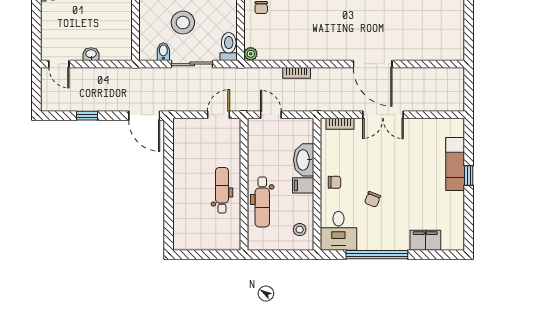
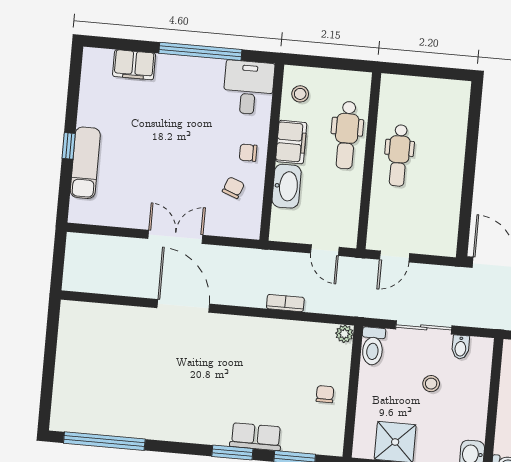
stool: (183, 23) -> (431, 384), width x0.53, depth x0.53
bookcase: (340, 124) -> (234, 230), removed
filing cabinet: (303, 185) -> (291, 142), width x2.00
chair: (373, 199) -> (233, 188), moved
dental chair: (262, 202) -> (347, 135), turned 180

